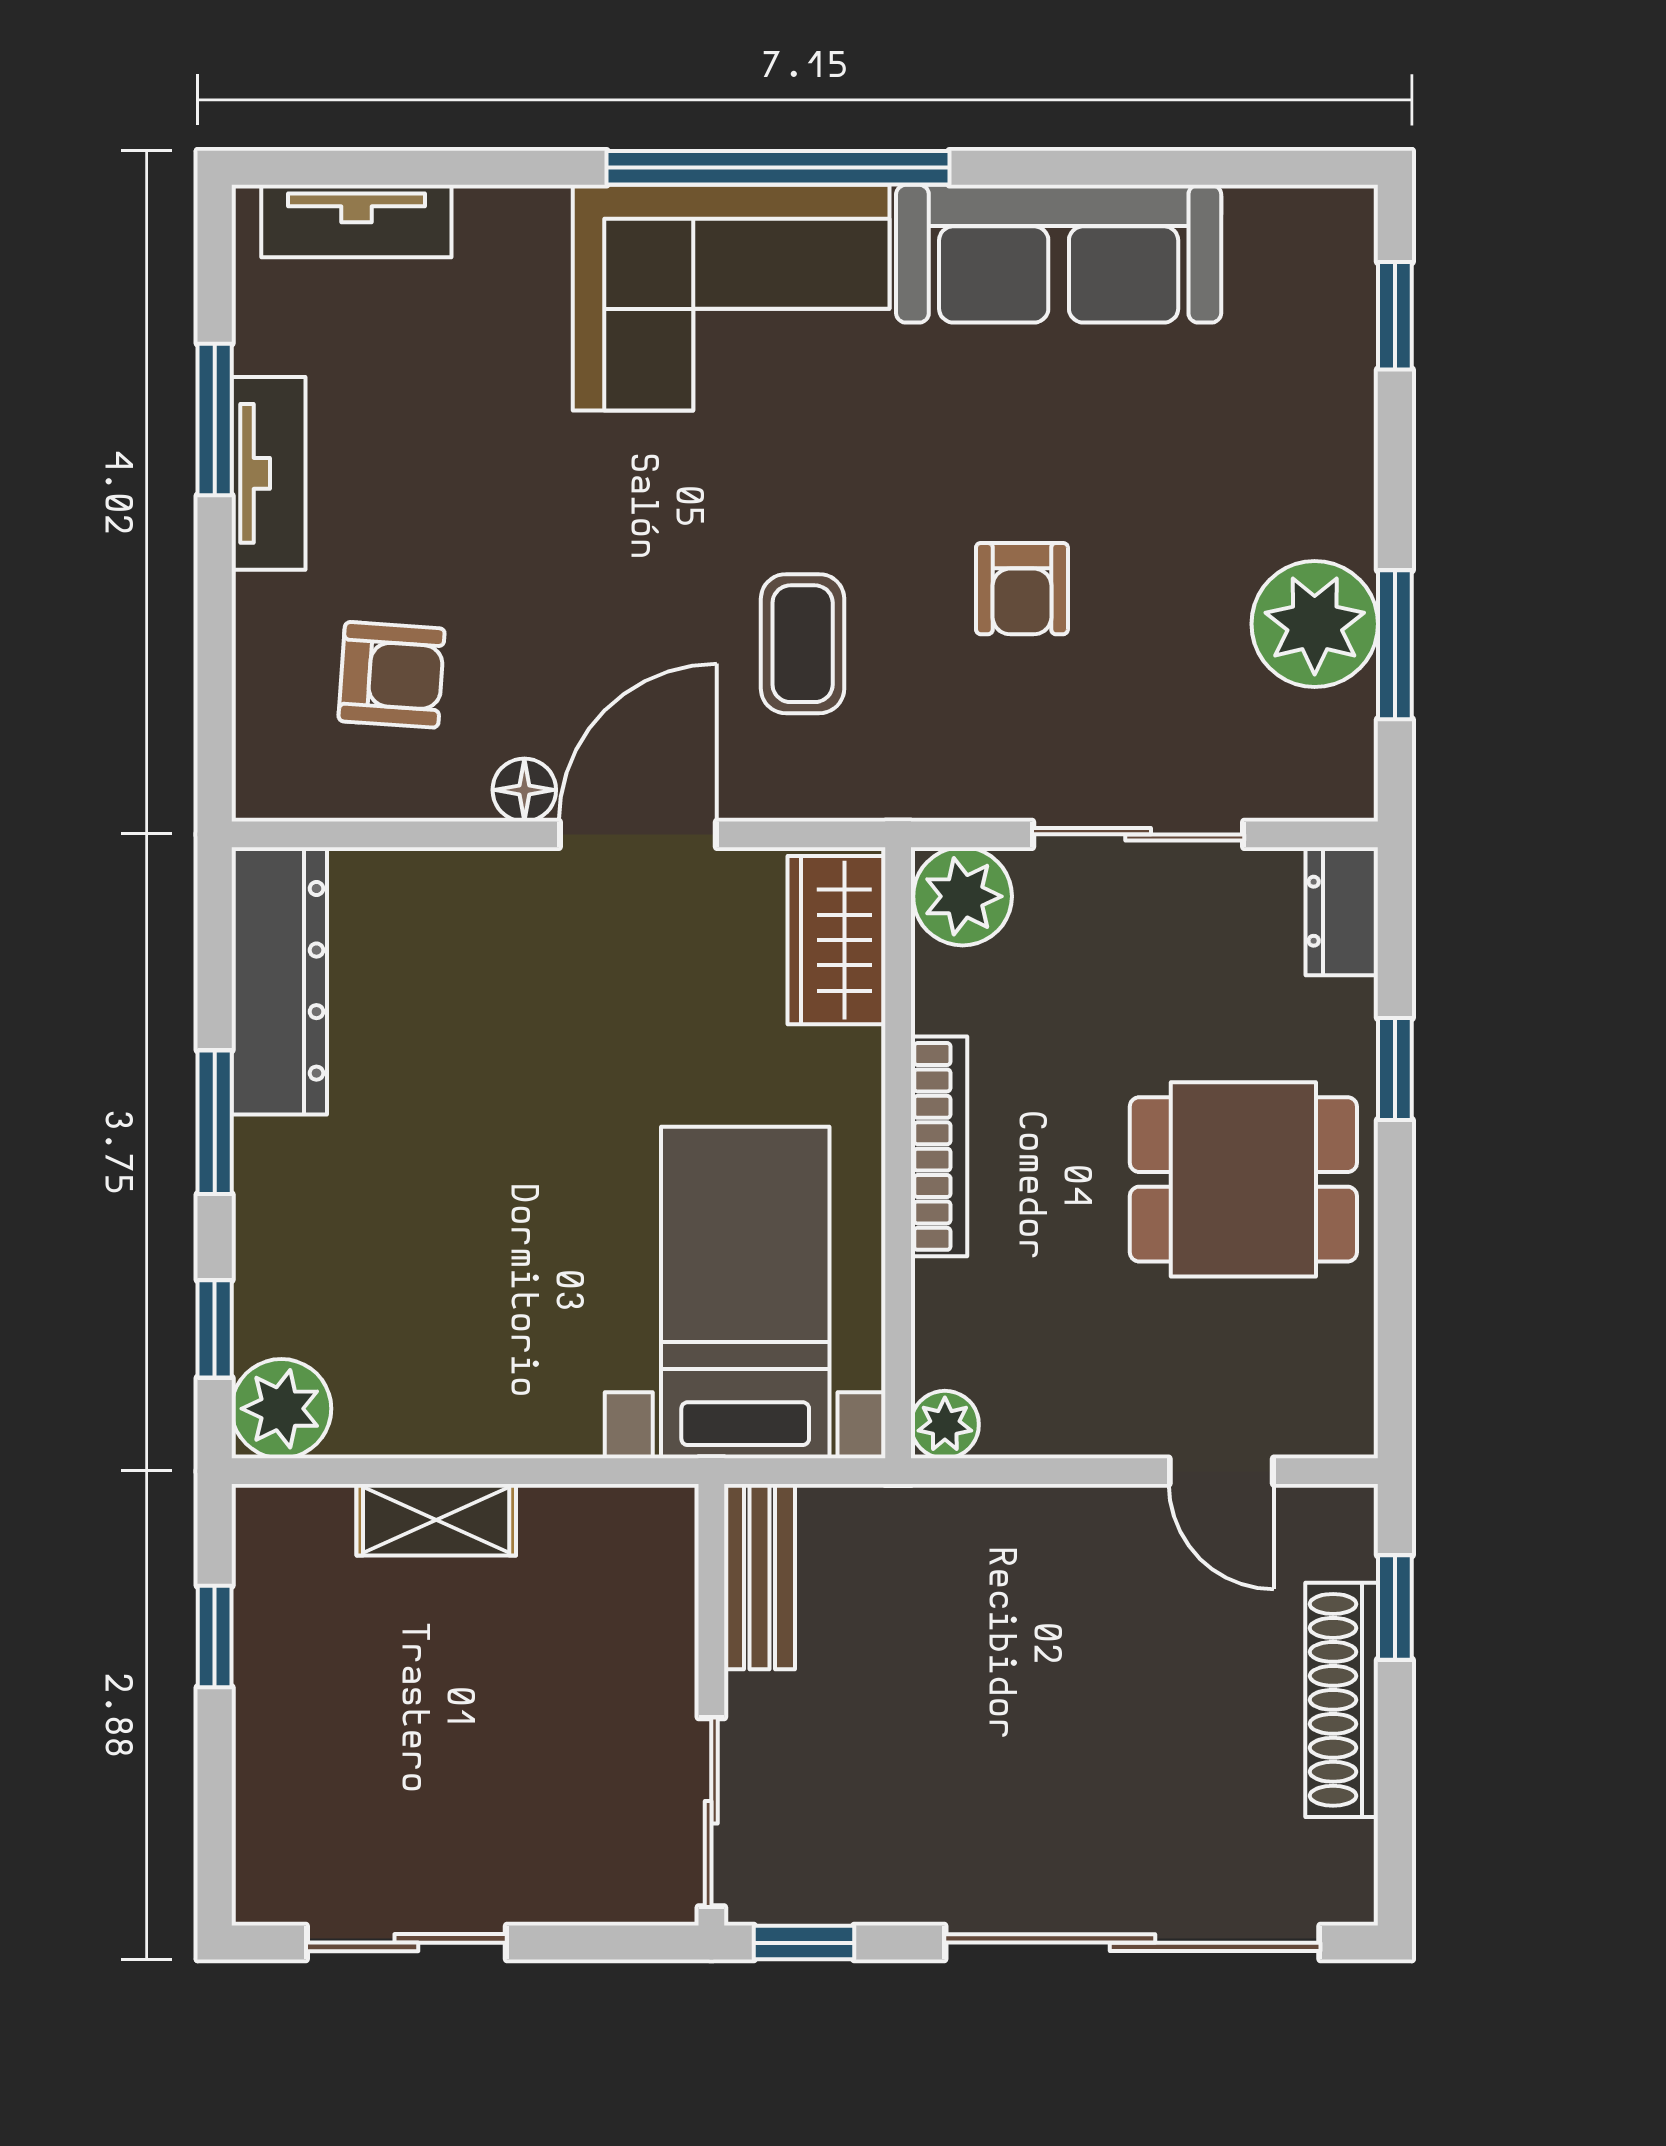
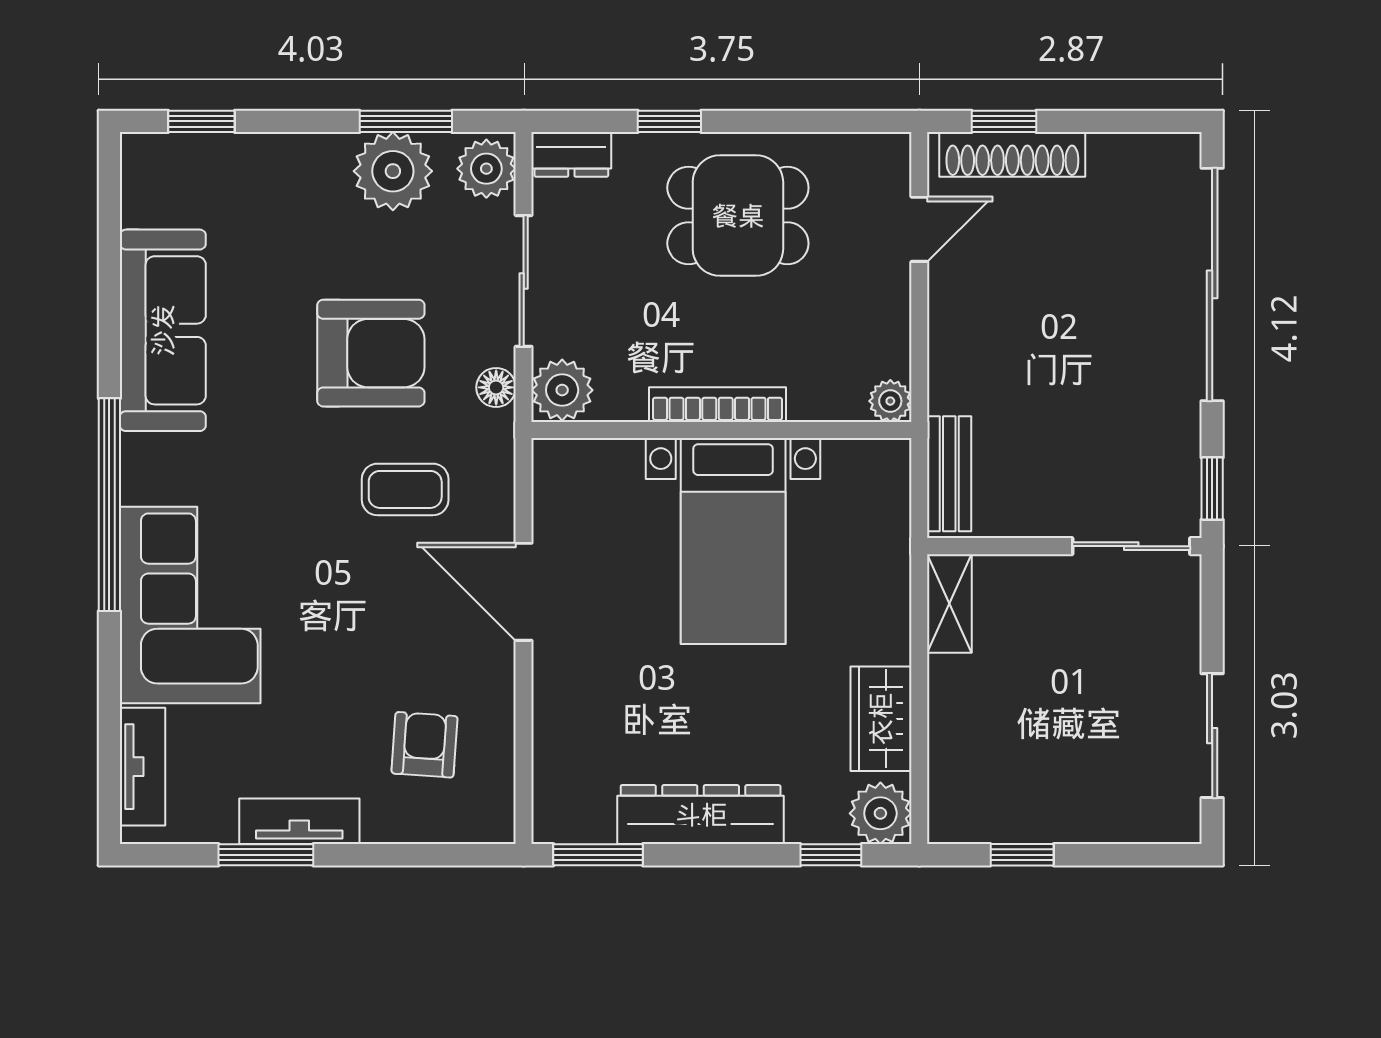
corner sofa: (731, 298) -> (190, 605), moved
armchair: (1022, 589) -> (371, 353), width x1.88, depth x1.88
plant: (1319, 774) -> (486, 169), added
floor lamp: (524, 790) -> (496, 387), moved
wardrobe: (836, 940) -> (881, 719), moved, turned 90
dresser: (279, 981) -> (701, 815), moved
window: (215, 1122) -> (598, 855), moved
dining table: (1243, 1179) -> (738, 216), turned 90
bed with nightstands: (745, 1293) -> (733, 541), moved, turned -90
shelving: (436, 1520) -> (949, 603), moved
bench: (759, 1577) -> (949, 474), moved, turned 90
shoe rack: (1342, 1700) -> (1012, 154), moved

